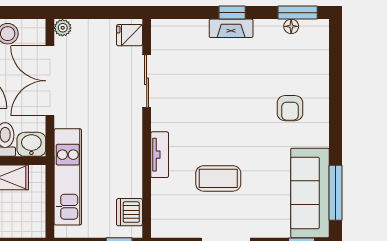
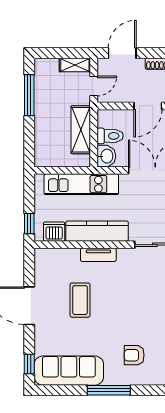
kitchen counter: (129, 156) -> (97, 231), added
window: (335, 193) -> (109, 390), moved

